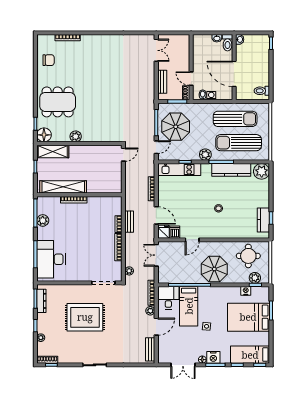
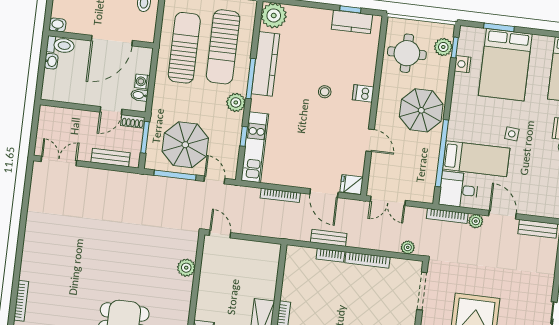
plant: (76, 136) -> (186, 268), moved
door: (156, 215) -> (324, 193), swing flipped
dishwasher: (175, 232) -> (363, 93), moved

